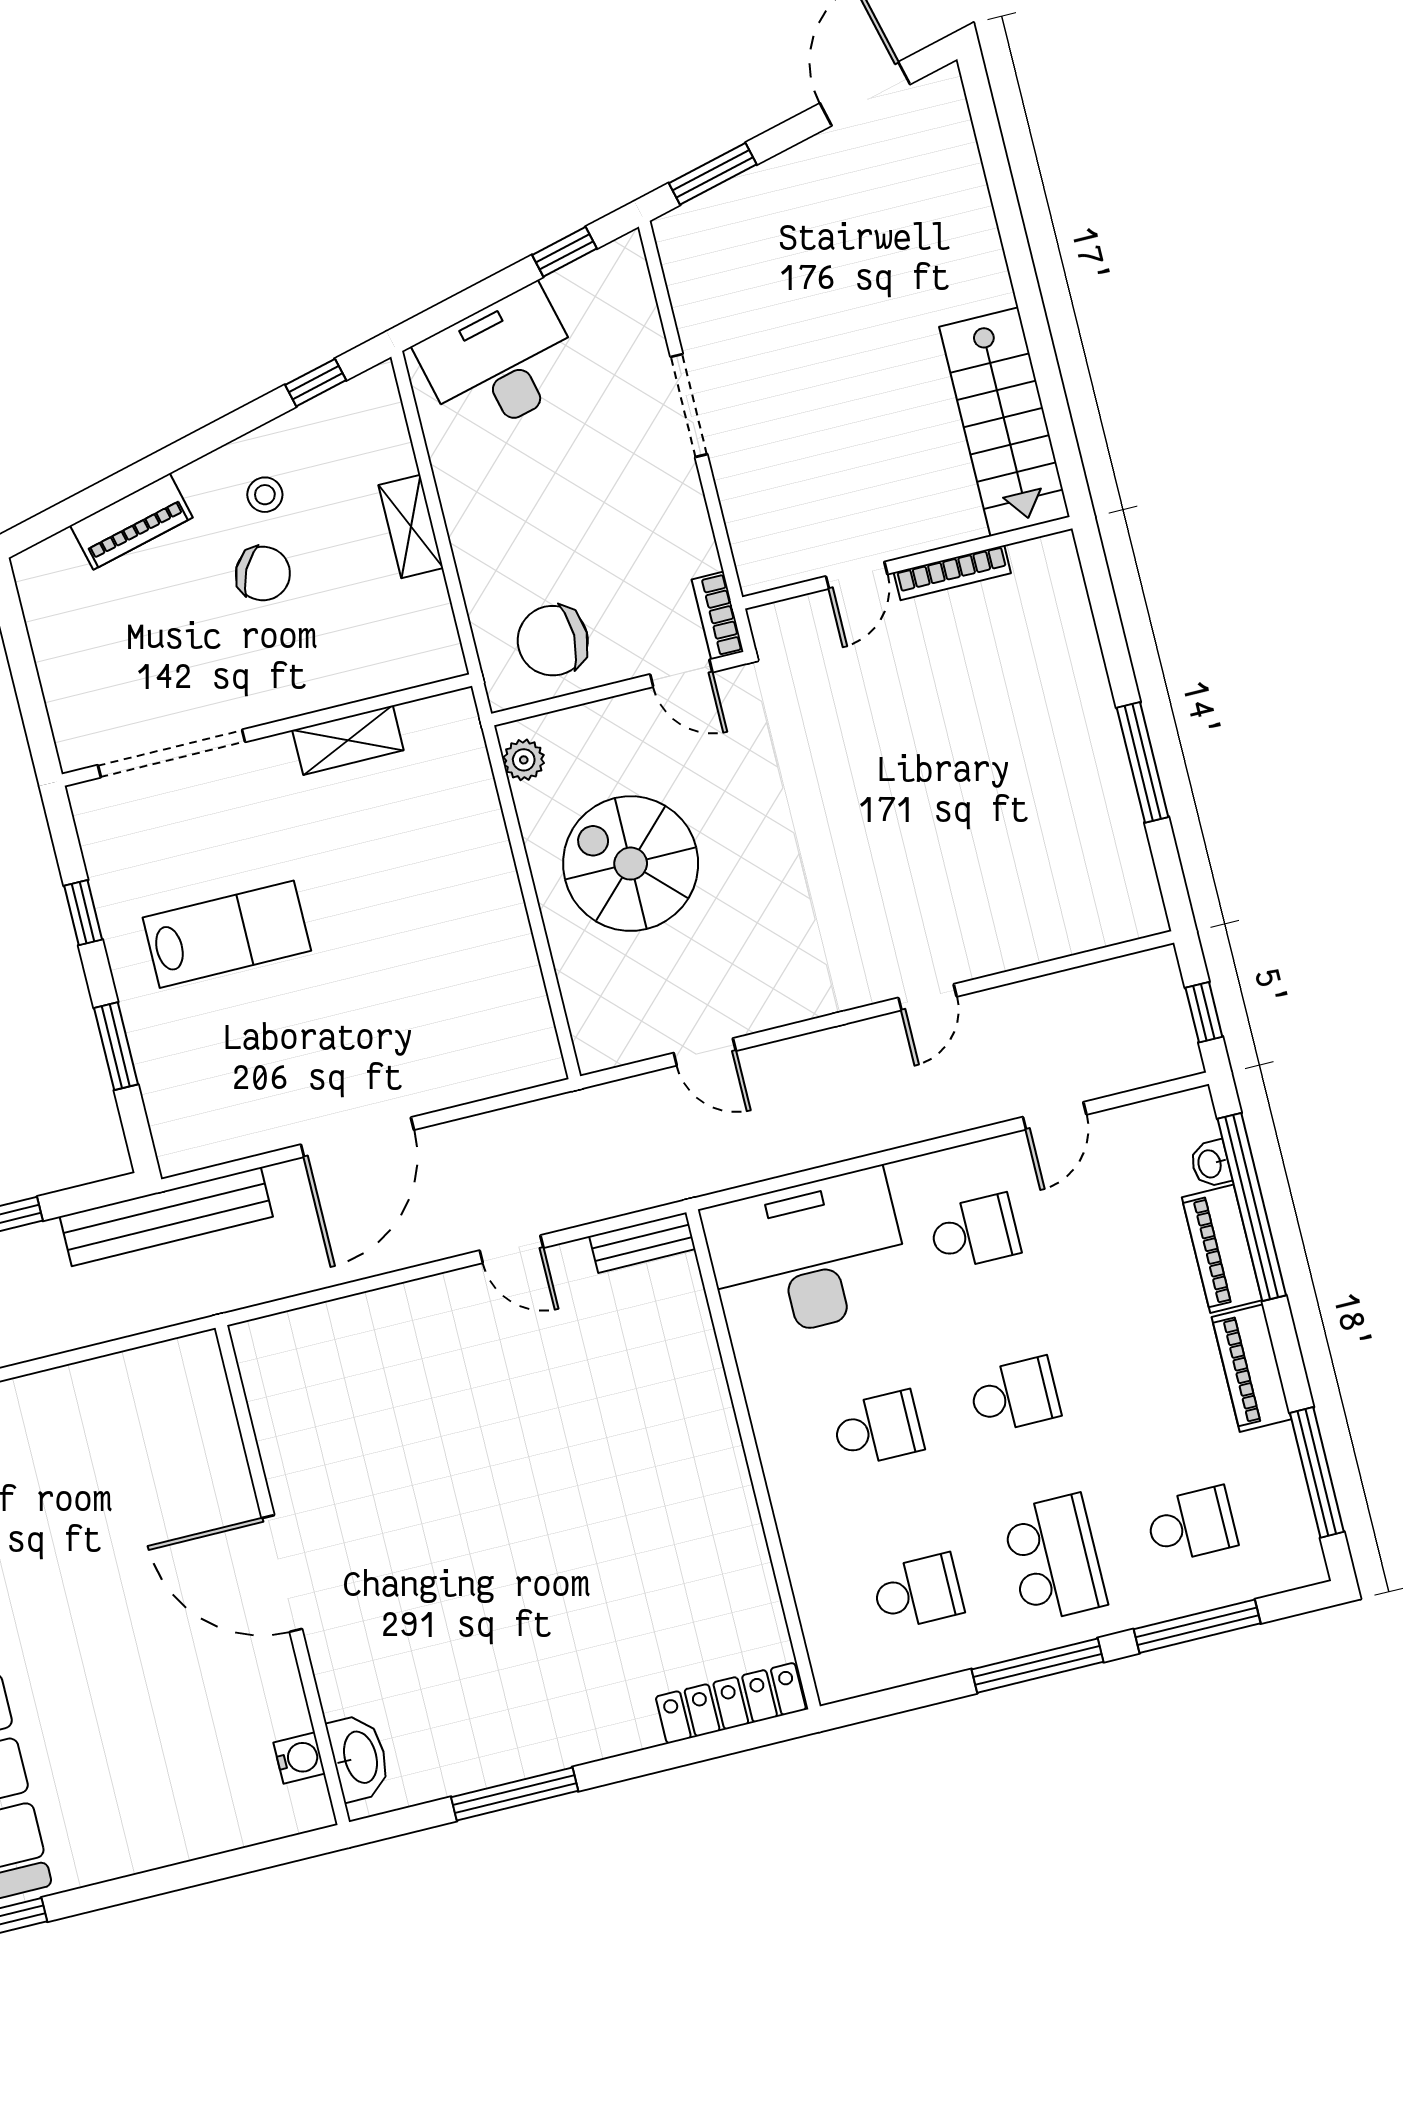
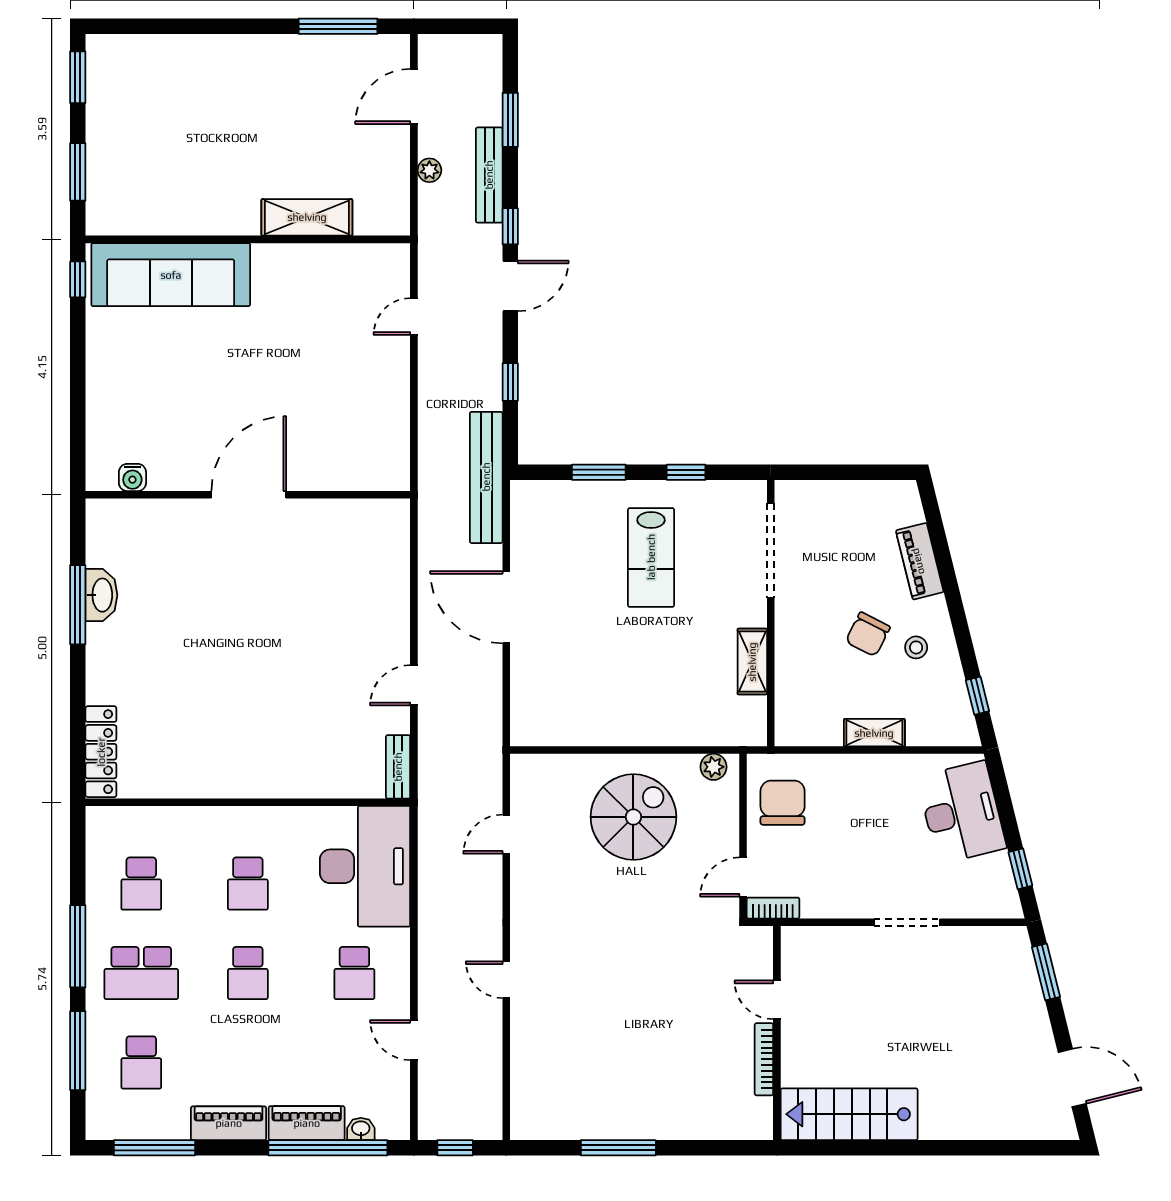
washbasin: (359, 1758) -> (101, 595), moved, turned -90

